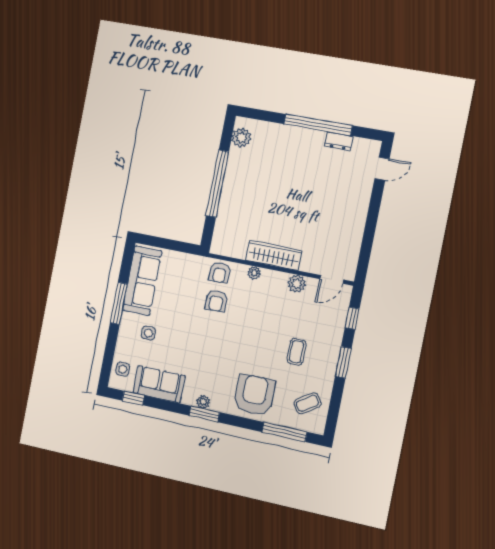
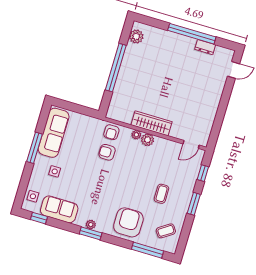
plant: (297, 284) -> (147, 140), moved
armchair: (216, 301) -> (107, 152), turned 91

